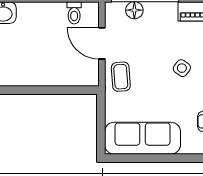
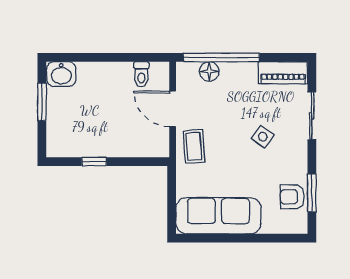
window: (32, 90) -> (94, 162), added

